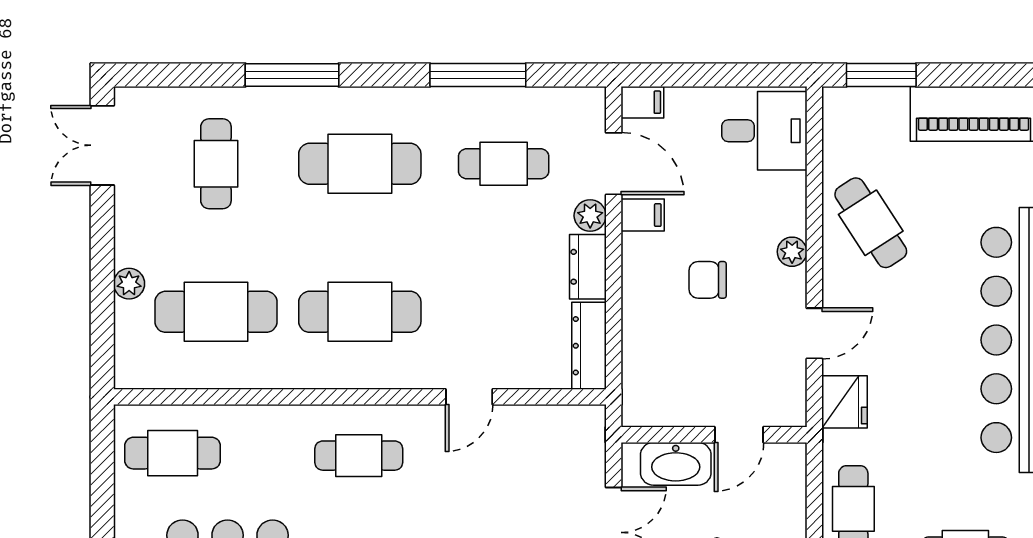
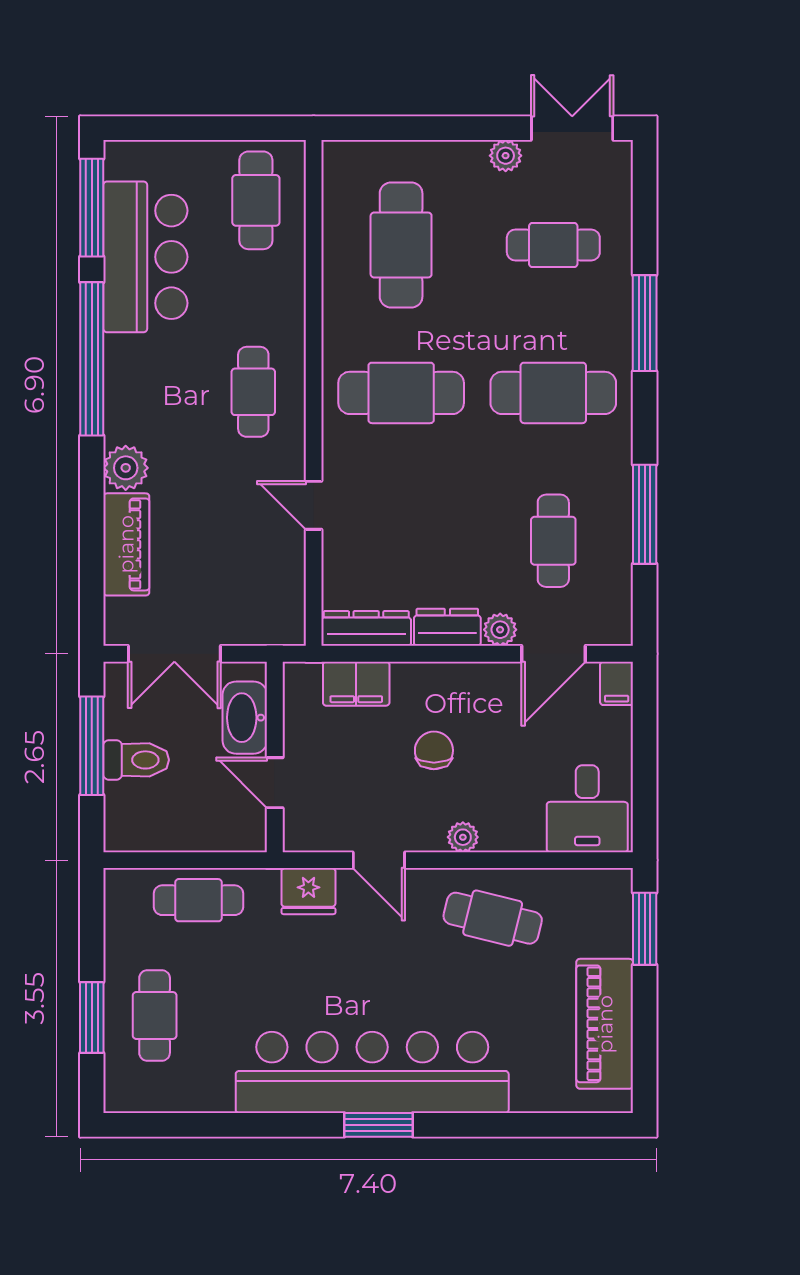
cafe table: (360, 164) -> (553, 393), turned 90
filing cabinet: (643, 215) -> (356, 684), moved, width x2.00
cafe table: (871, 223) -> (493, 918), turned 47
plant: (129, 284) -> (506, 156), moved
cafe table: (360, 312) -> (401, 393), turned 90

